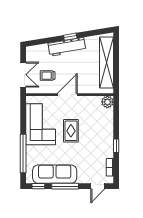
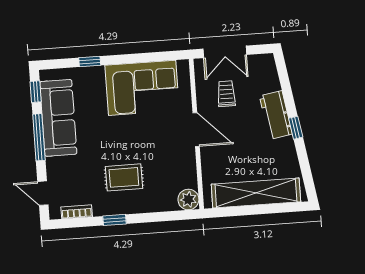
workbench: (67, 47) -> (276, 115), width x0.73
rug: (71, 131) -> (124, 177), moved
window: (23, 154) -> (90, 61), width x0.32

